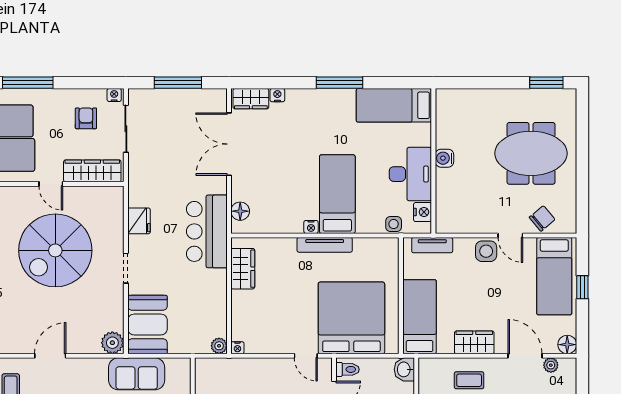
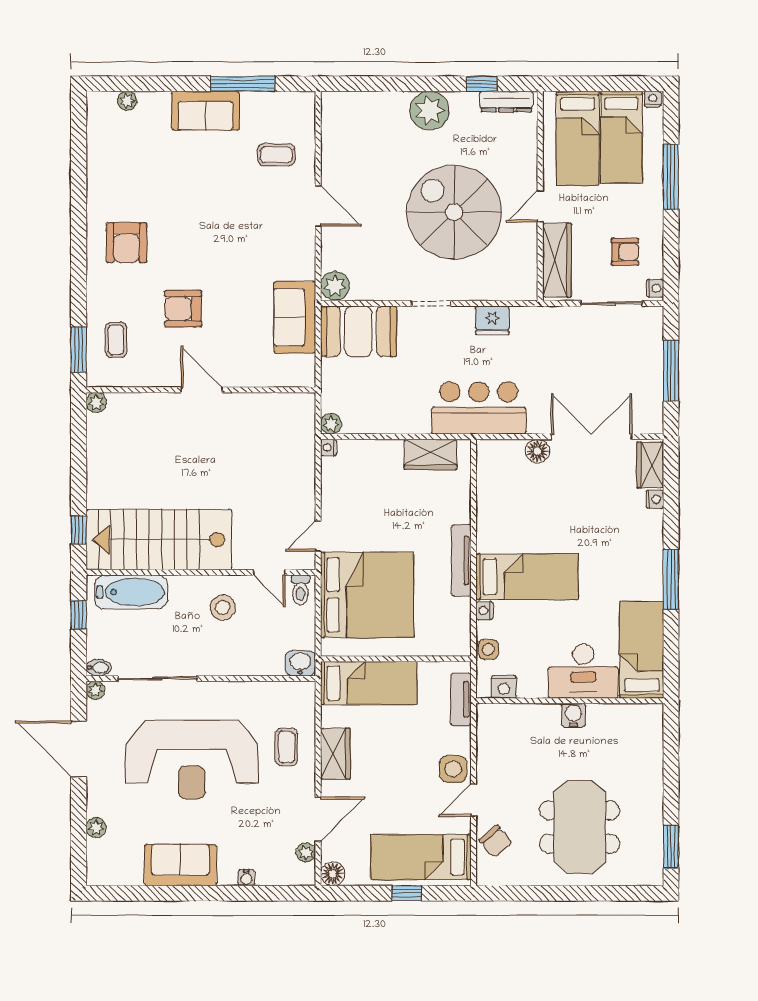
desk: (410, 174) -> (583, 671), moved
floor lamp: (240, 211) -> (537, 451), moved
nightstand: (311, 227) -> (485, 611), moved

